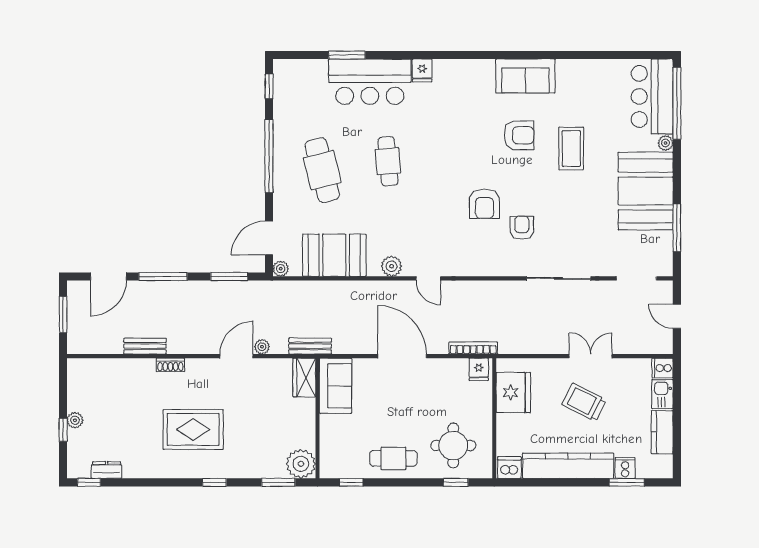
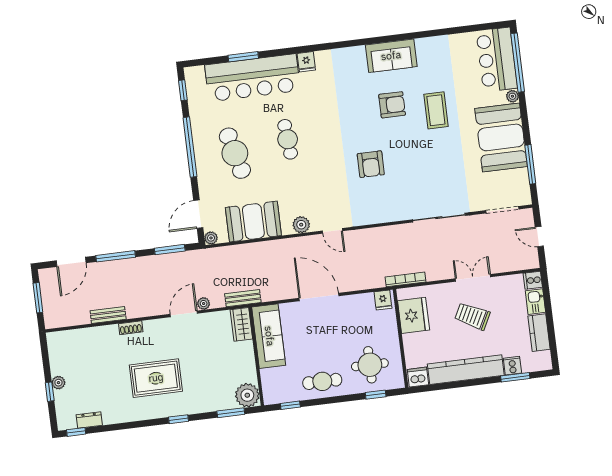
bar counter: (370, 82) -> (253, 78), width x1.36
armchair: (522, 228) -> (404, 180), removed
bookcase: (473, 348) -> (405, 279), moved
sofa: (336, 386) -> (269, 336), width x1.36

